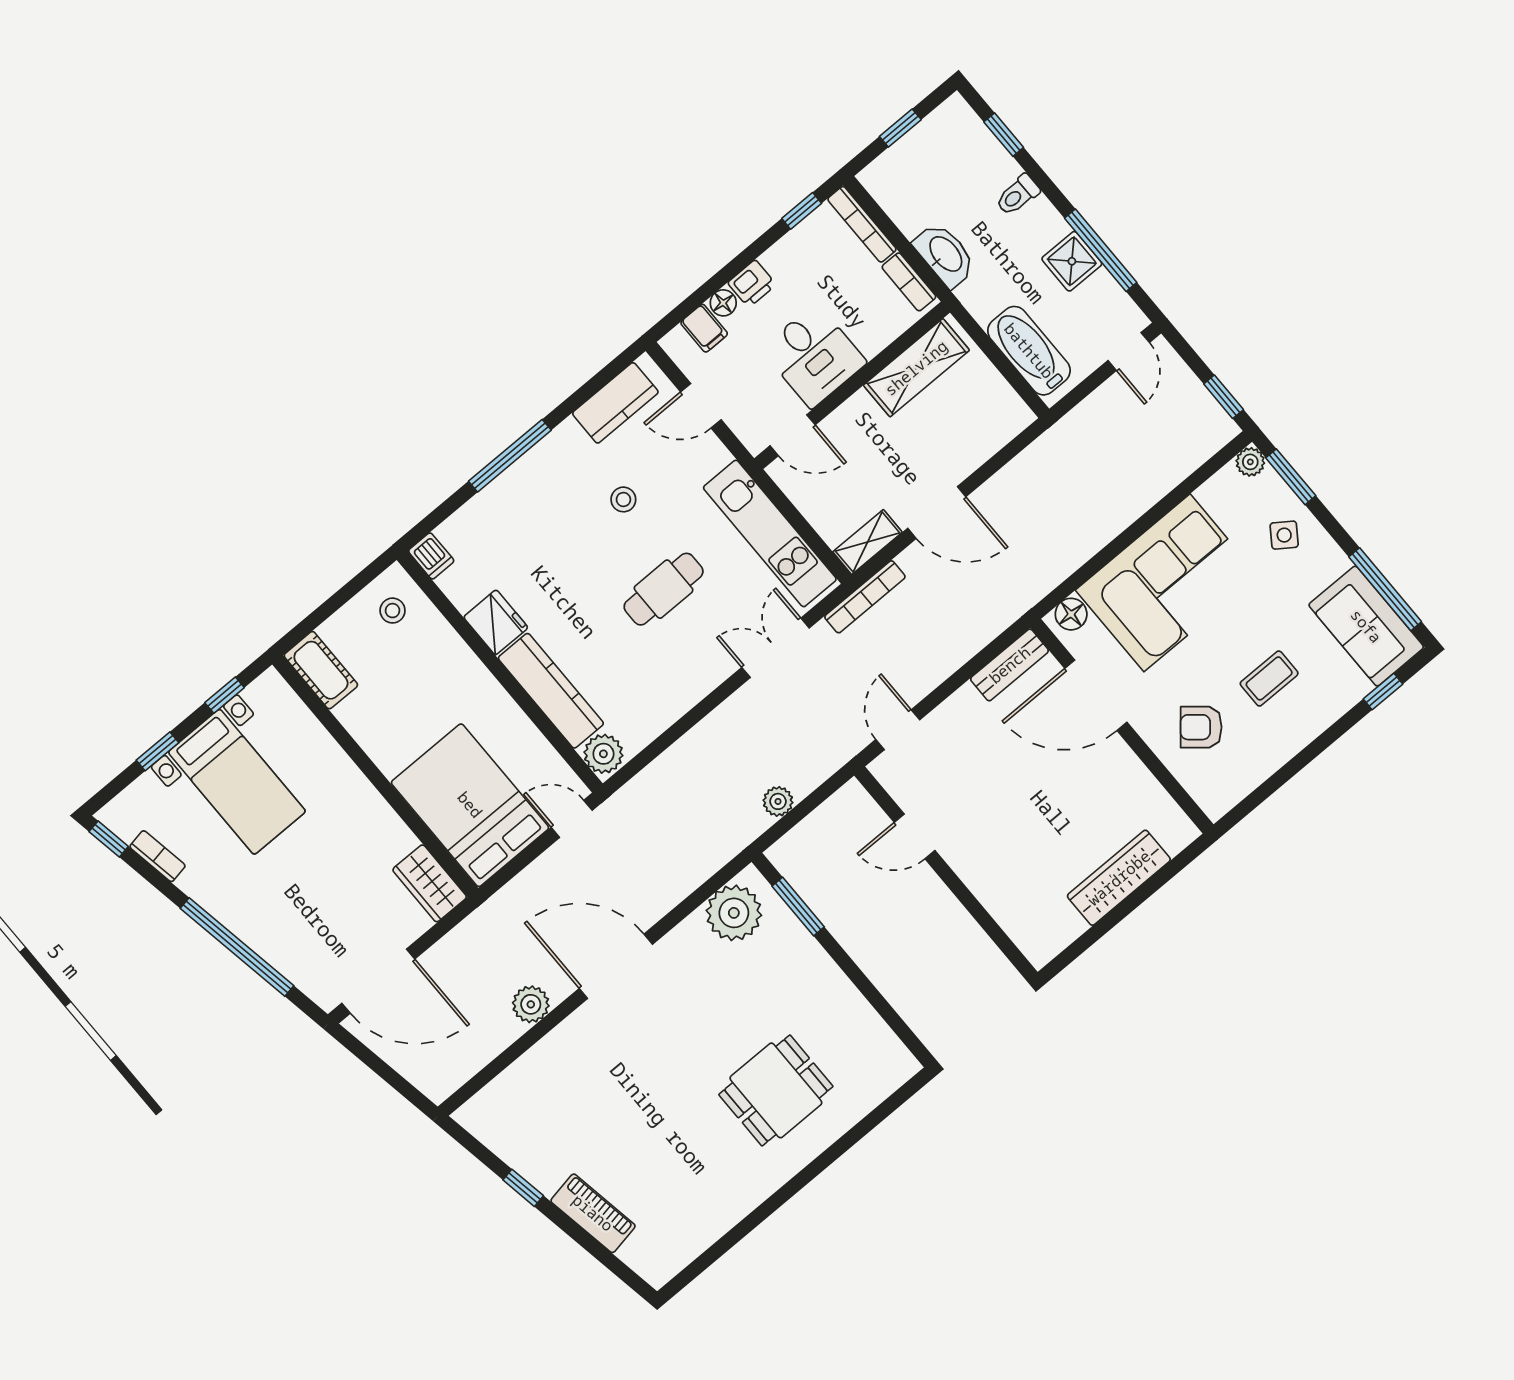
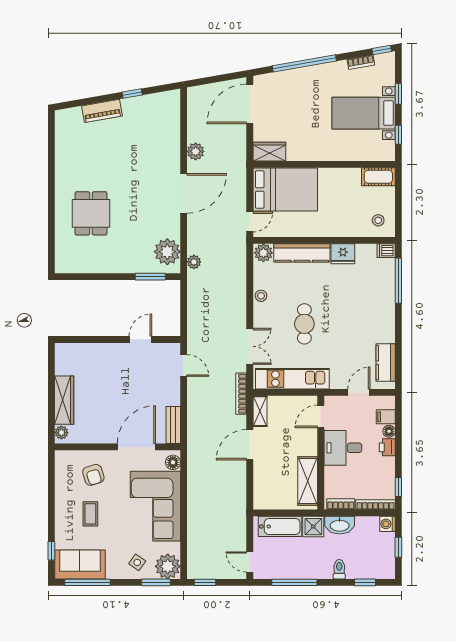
washing machine: (877, 178) -> (387, 524), added
shower: (1072, 261) -> (313, 527), moved
window: (510, 456) -> (398, 281), moved
plant: (1250, 462) -> (168, 566), width x1.88, depth x1.88
stool: (623, 499) -> (261, 296), moved
armchair: (1201, 727) -> (93, 475), turned 123
plant: (778, 801) -> (194, 262), moved
plant: (1175, 838) -> (61, 433), added

